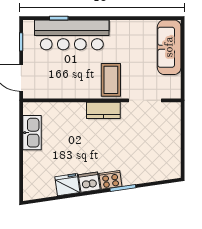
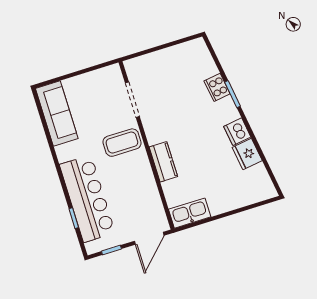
sofa: (169, 47) -> (57, 114), moved, turned -90
kitchen counter: (103, 110) -> (163, 162), moved
kitchen sink: (32, 133) -> (190, 213), moved
cooker: (110, 180) -> (217, 87), moved

